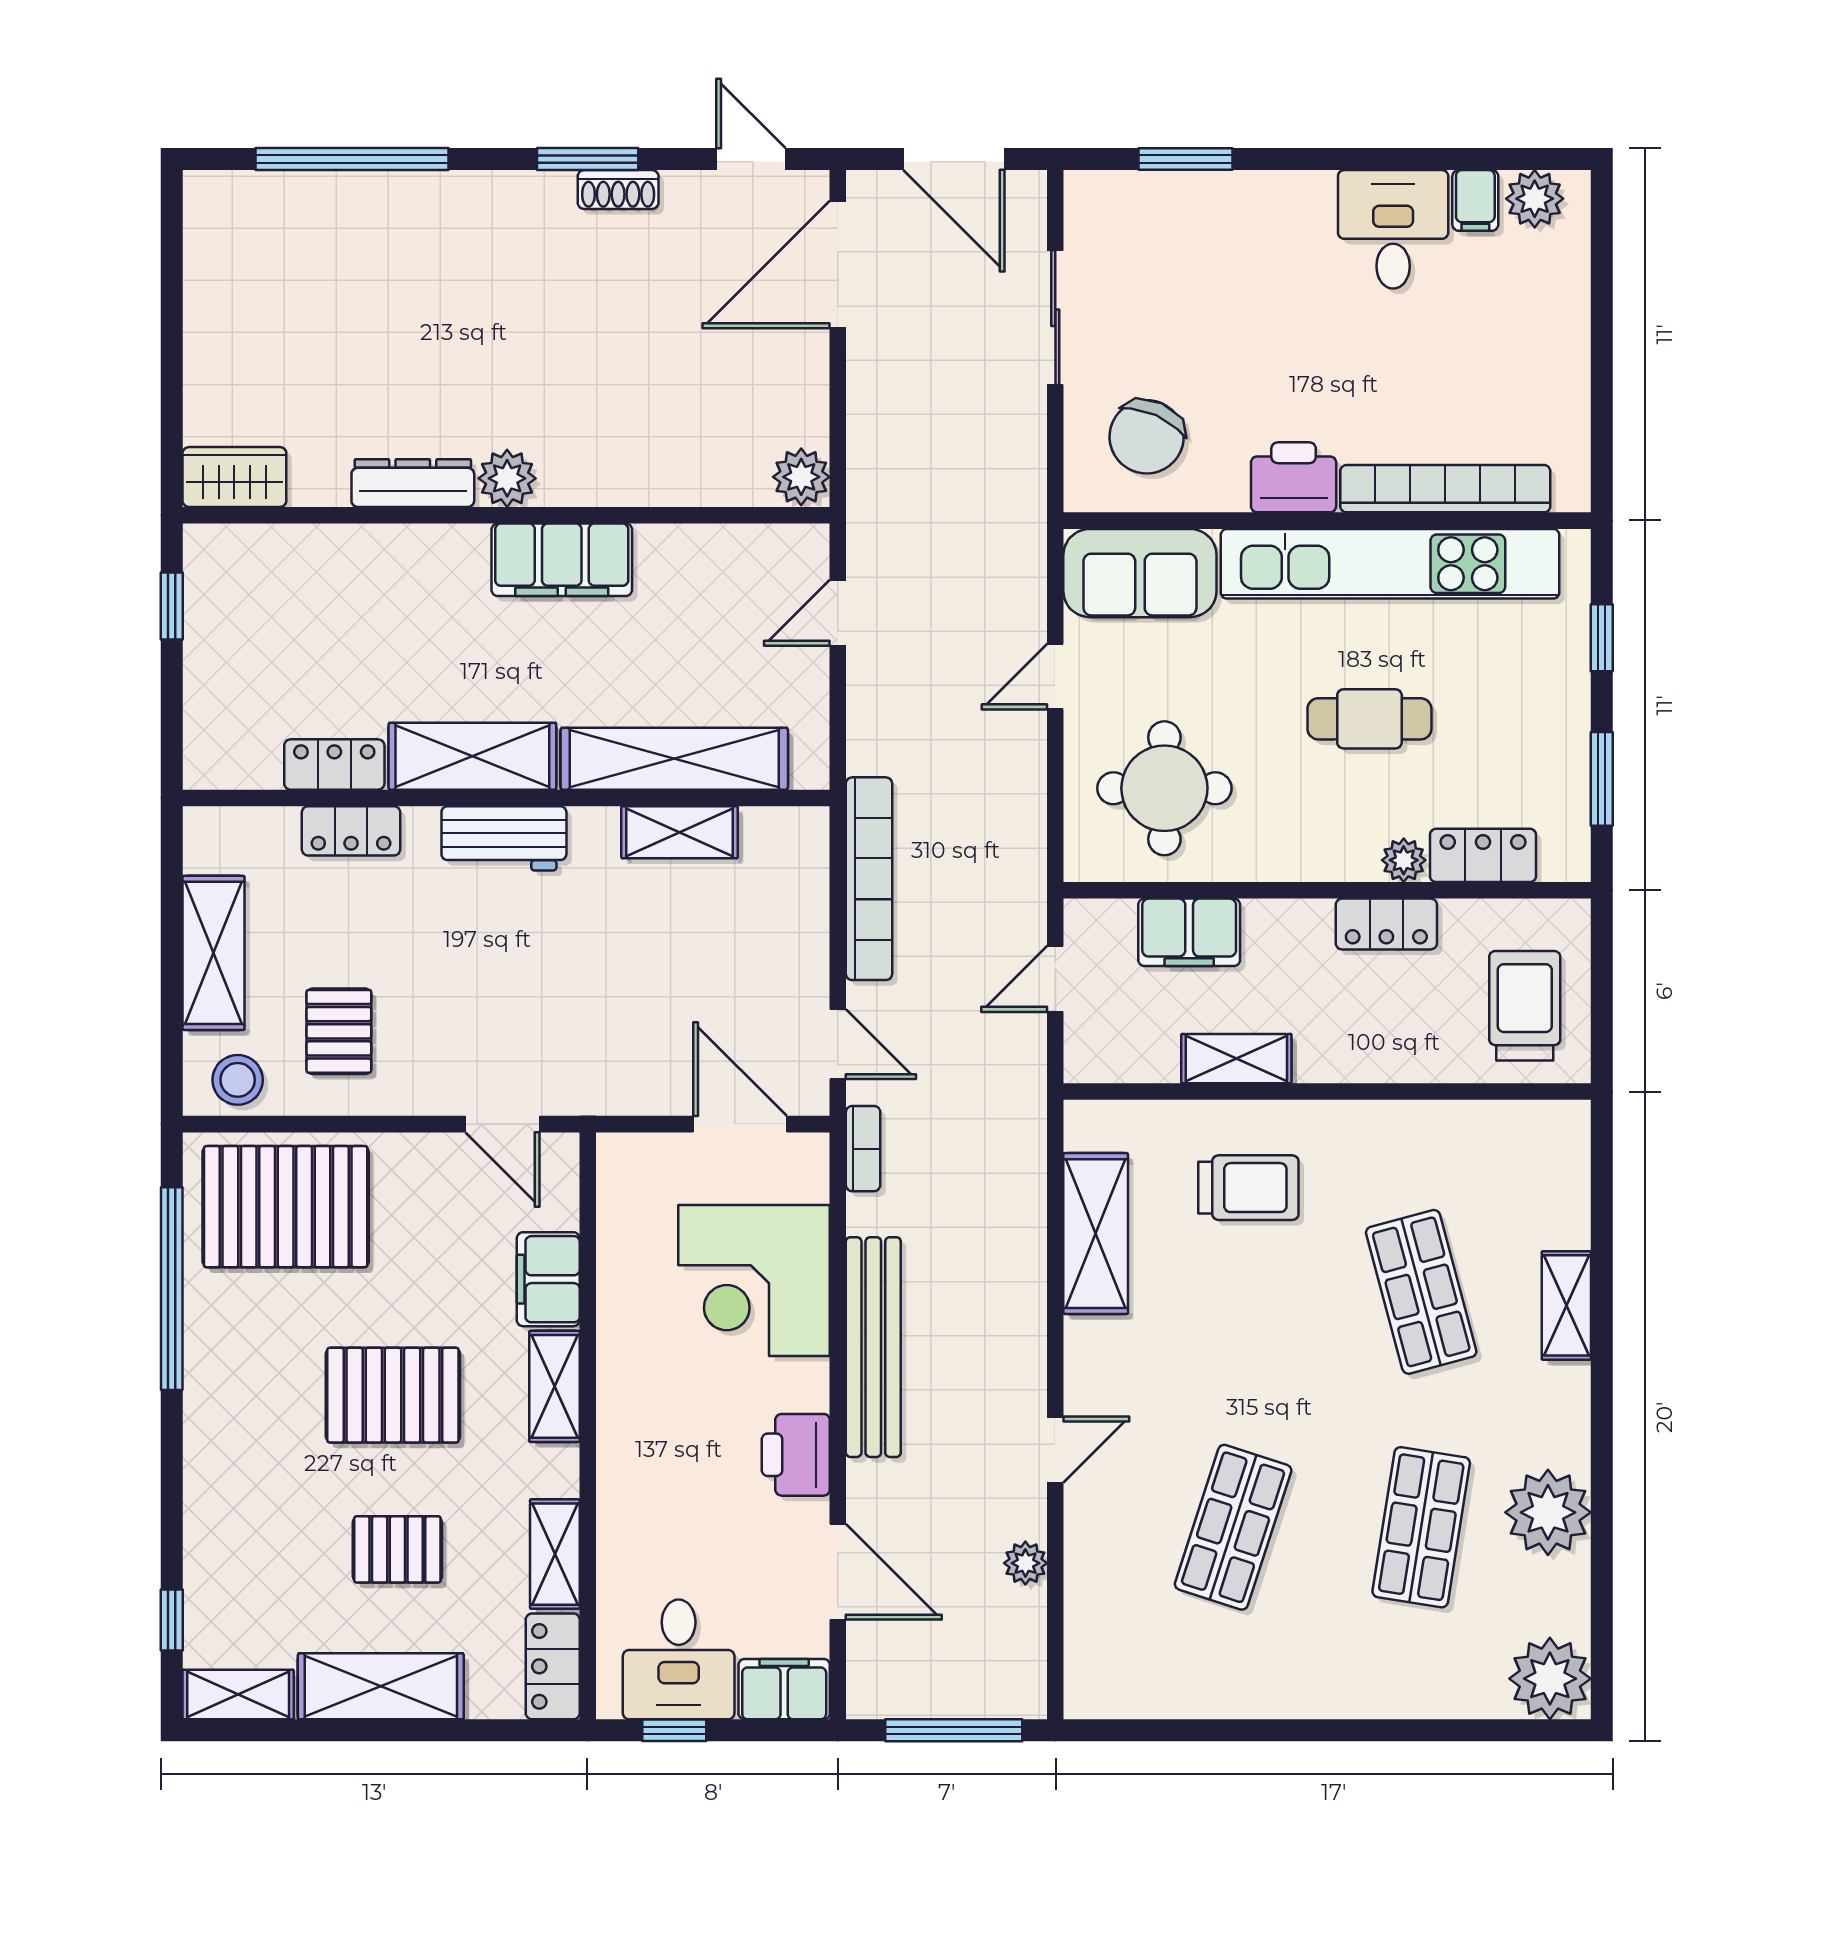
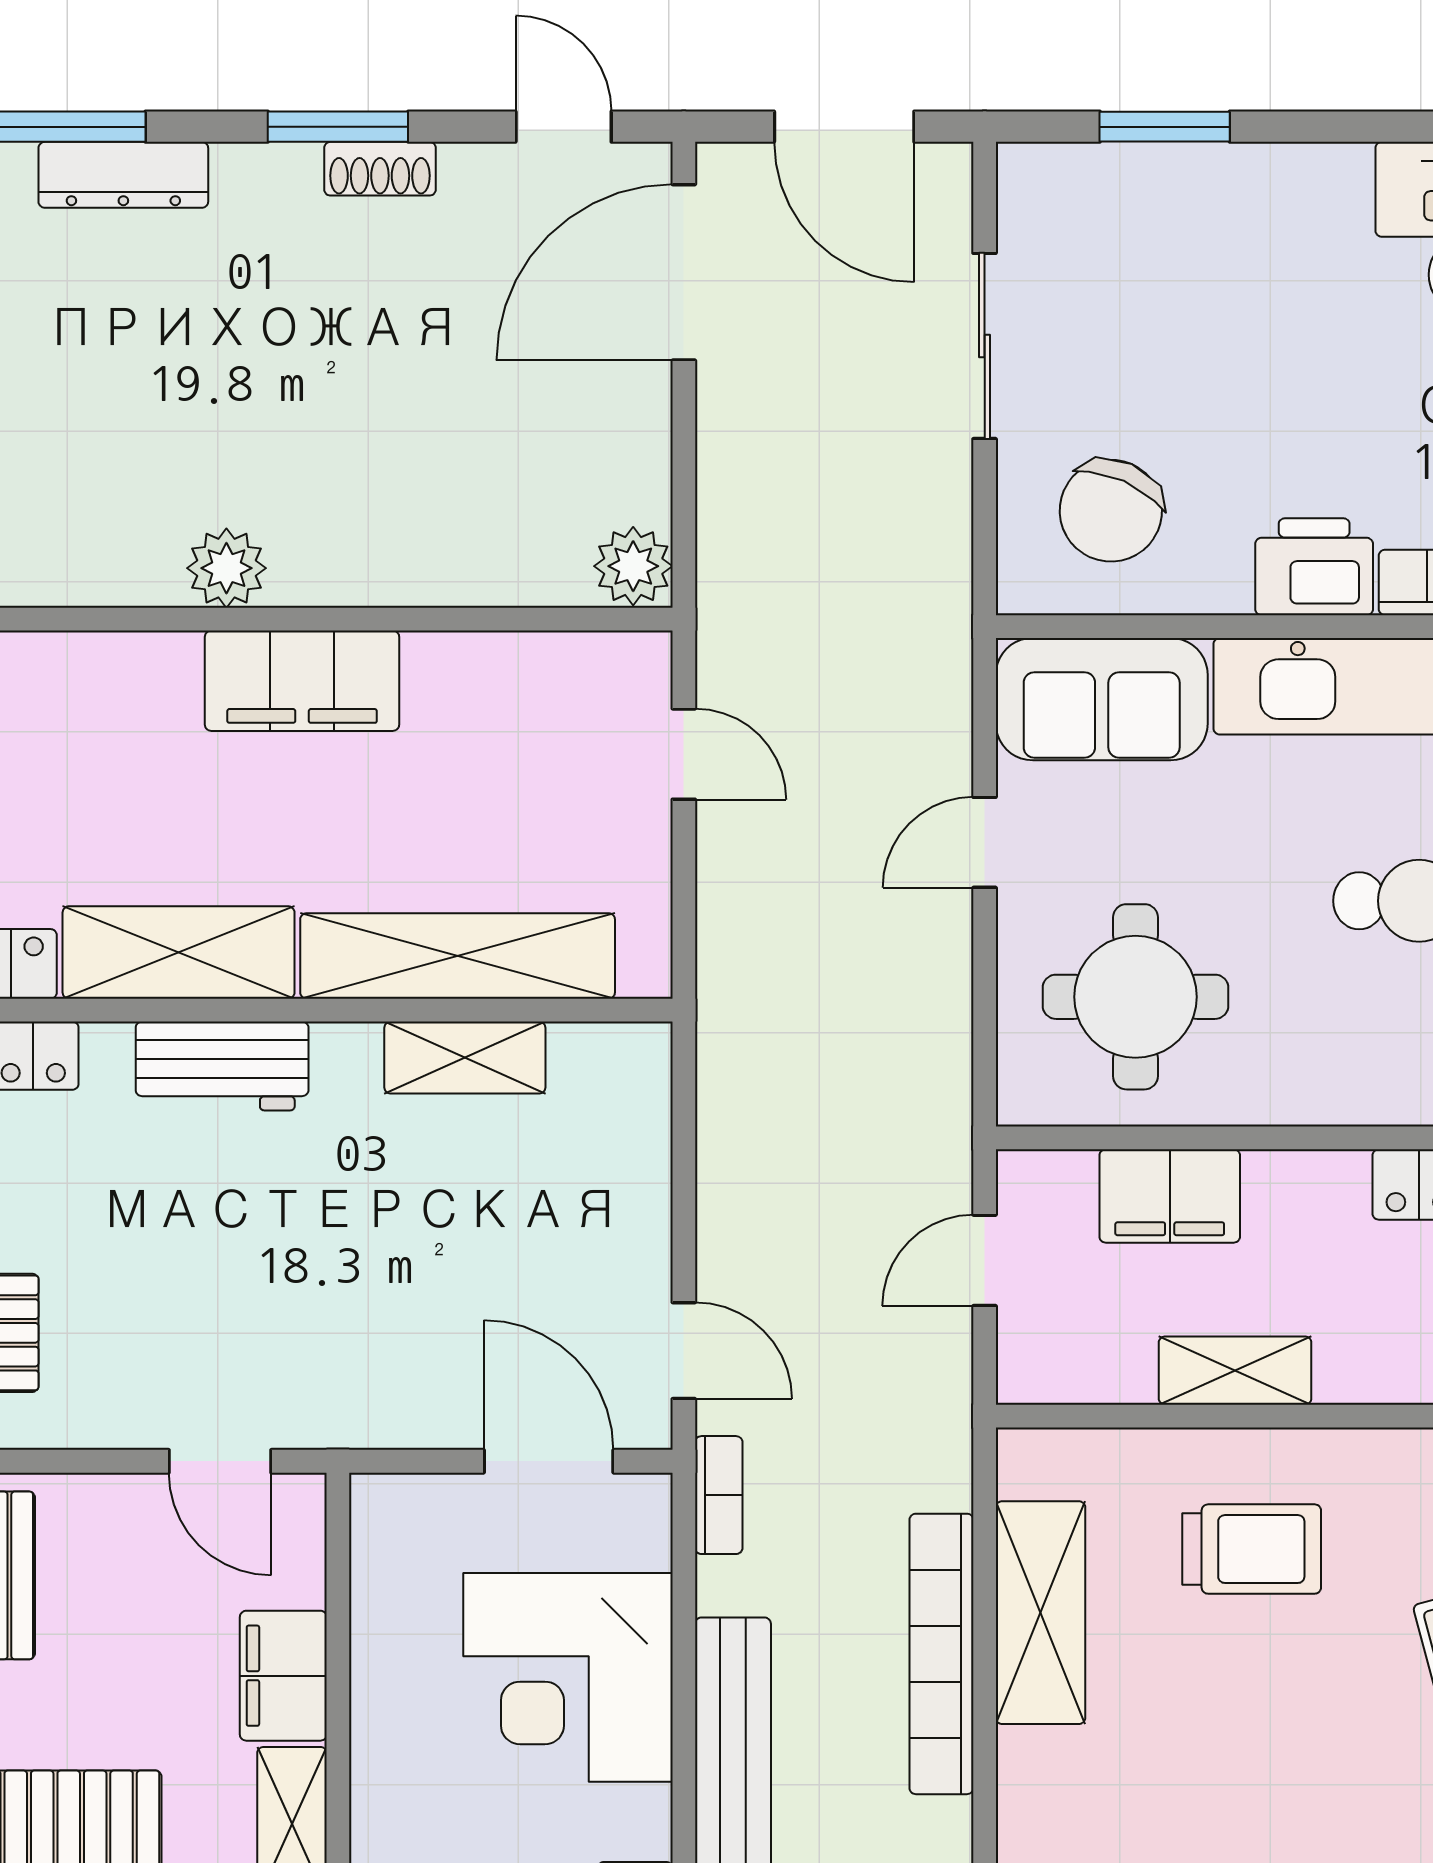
dresser: (413, 483) -> (123, 175), moved, turned 180
door: (838, 613) -> (684, 754), swing flipped
bookcase: (869, 879) -> (941, 1654), moved, turned 180

